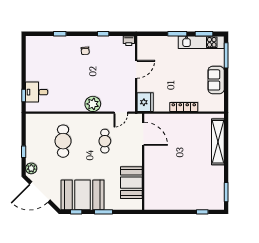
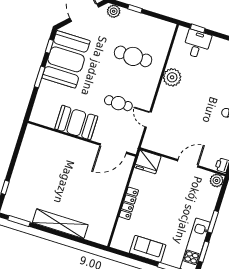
plant: (143, 41) -> (217, 180), added
door: (136, 69) -> (188, 163), swing flipped
plant: (93, 104) -> (172, 77), moved
door: (121, 113) -> (148, 119), moved
shelving: (218, 142) -> (60, 224), moved
booth: (131, 183) -> (76, 123), moved

